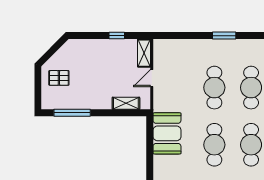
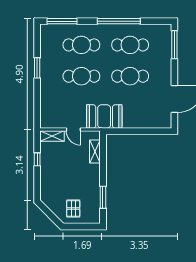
window: (72, 113) -> (103, 197), width x0.69
booth: (167, 133) -> (104, 117), moved

